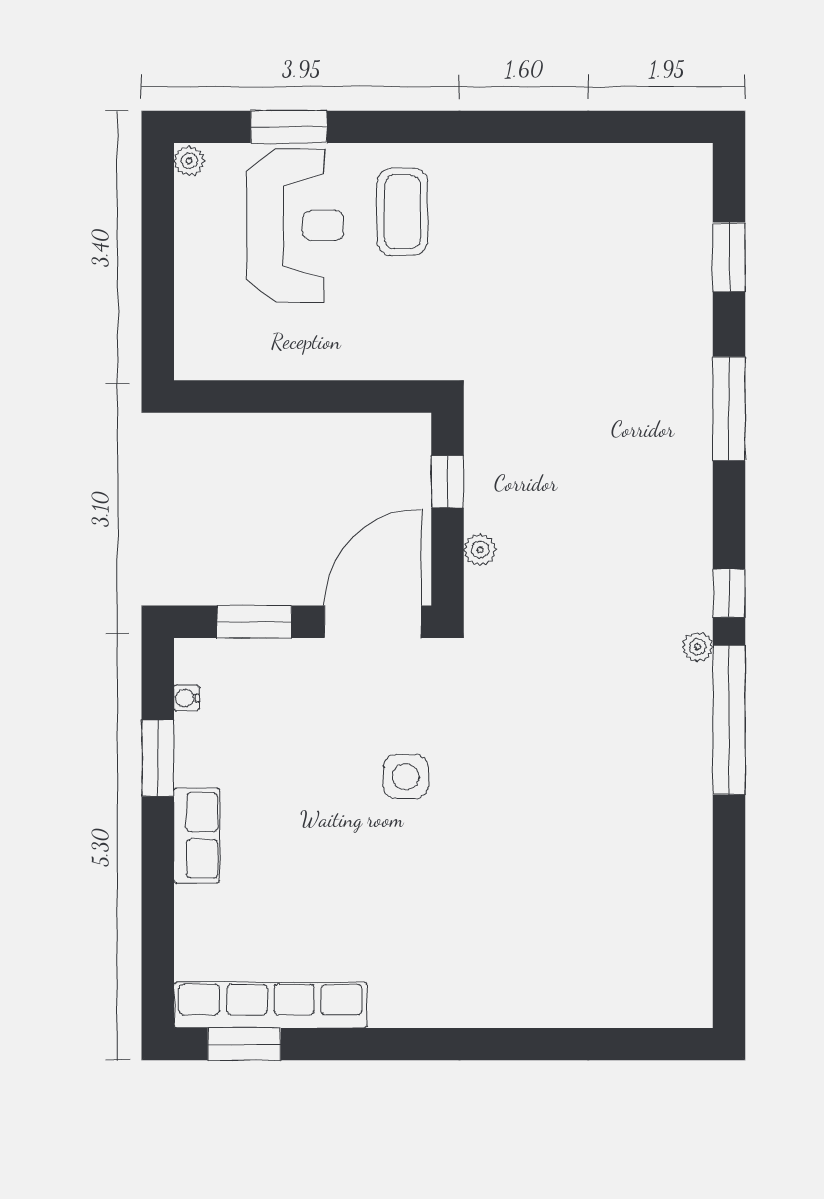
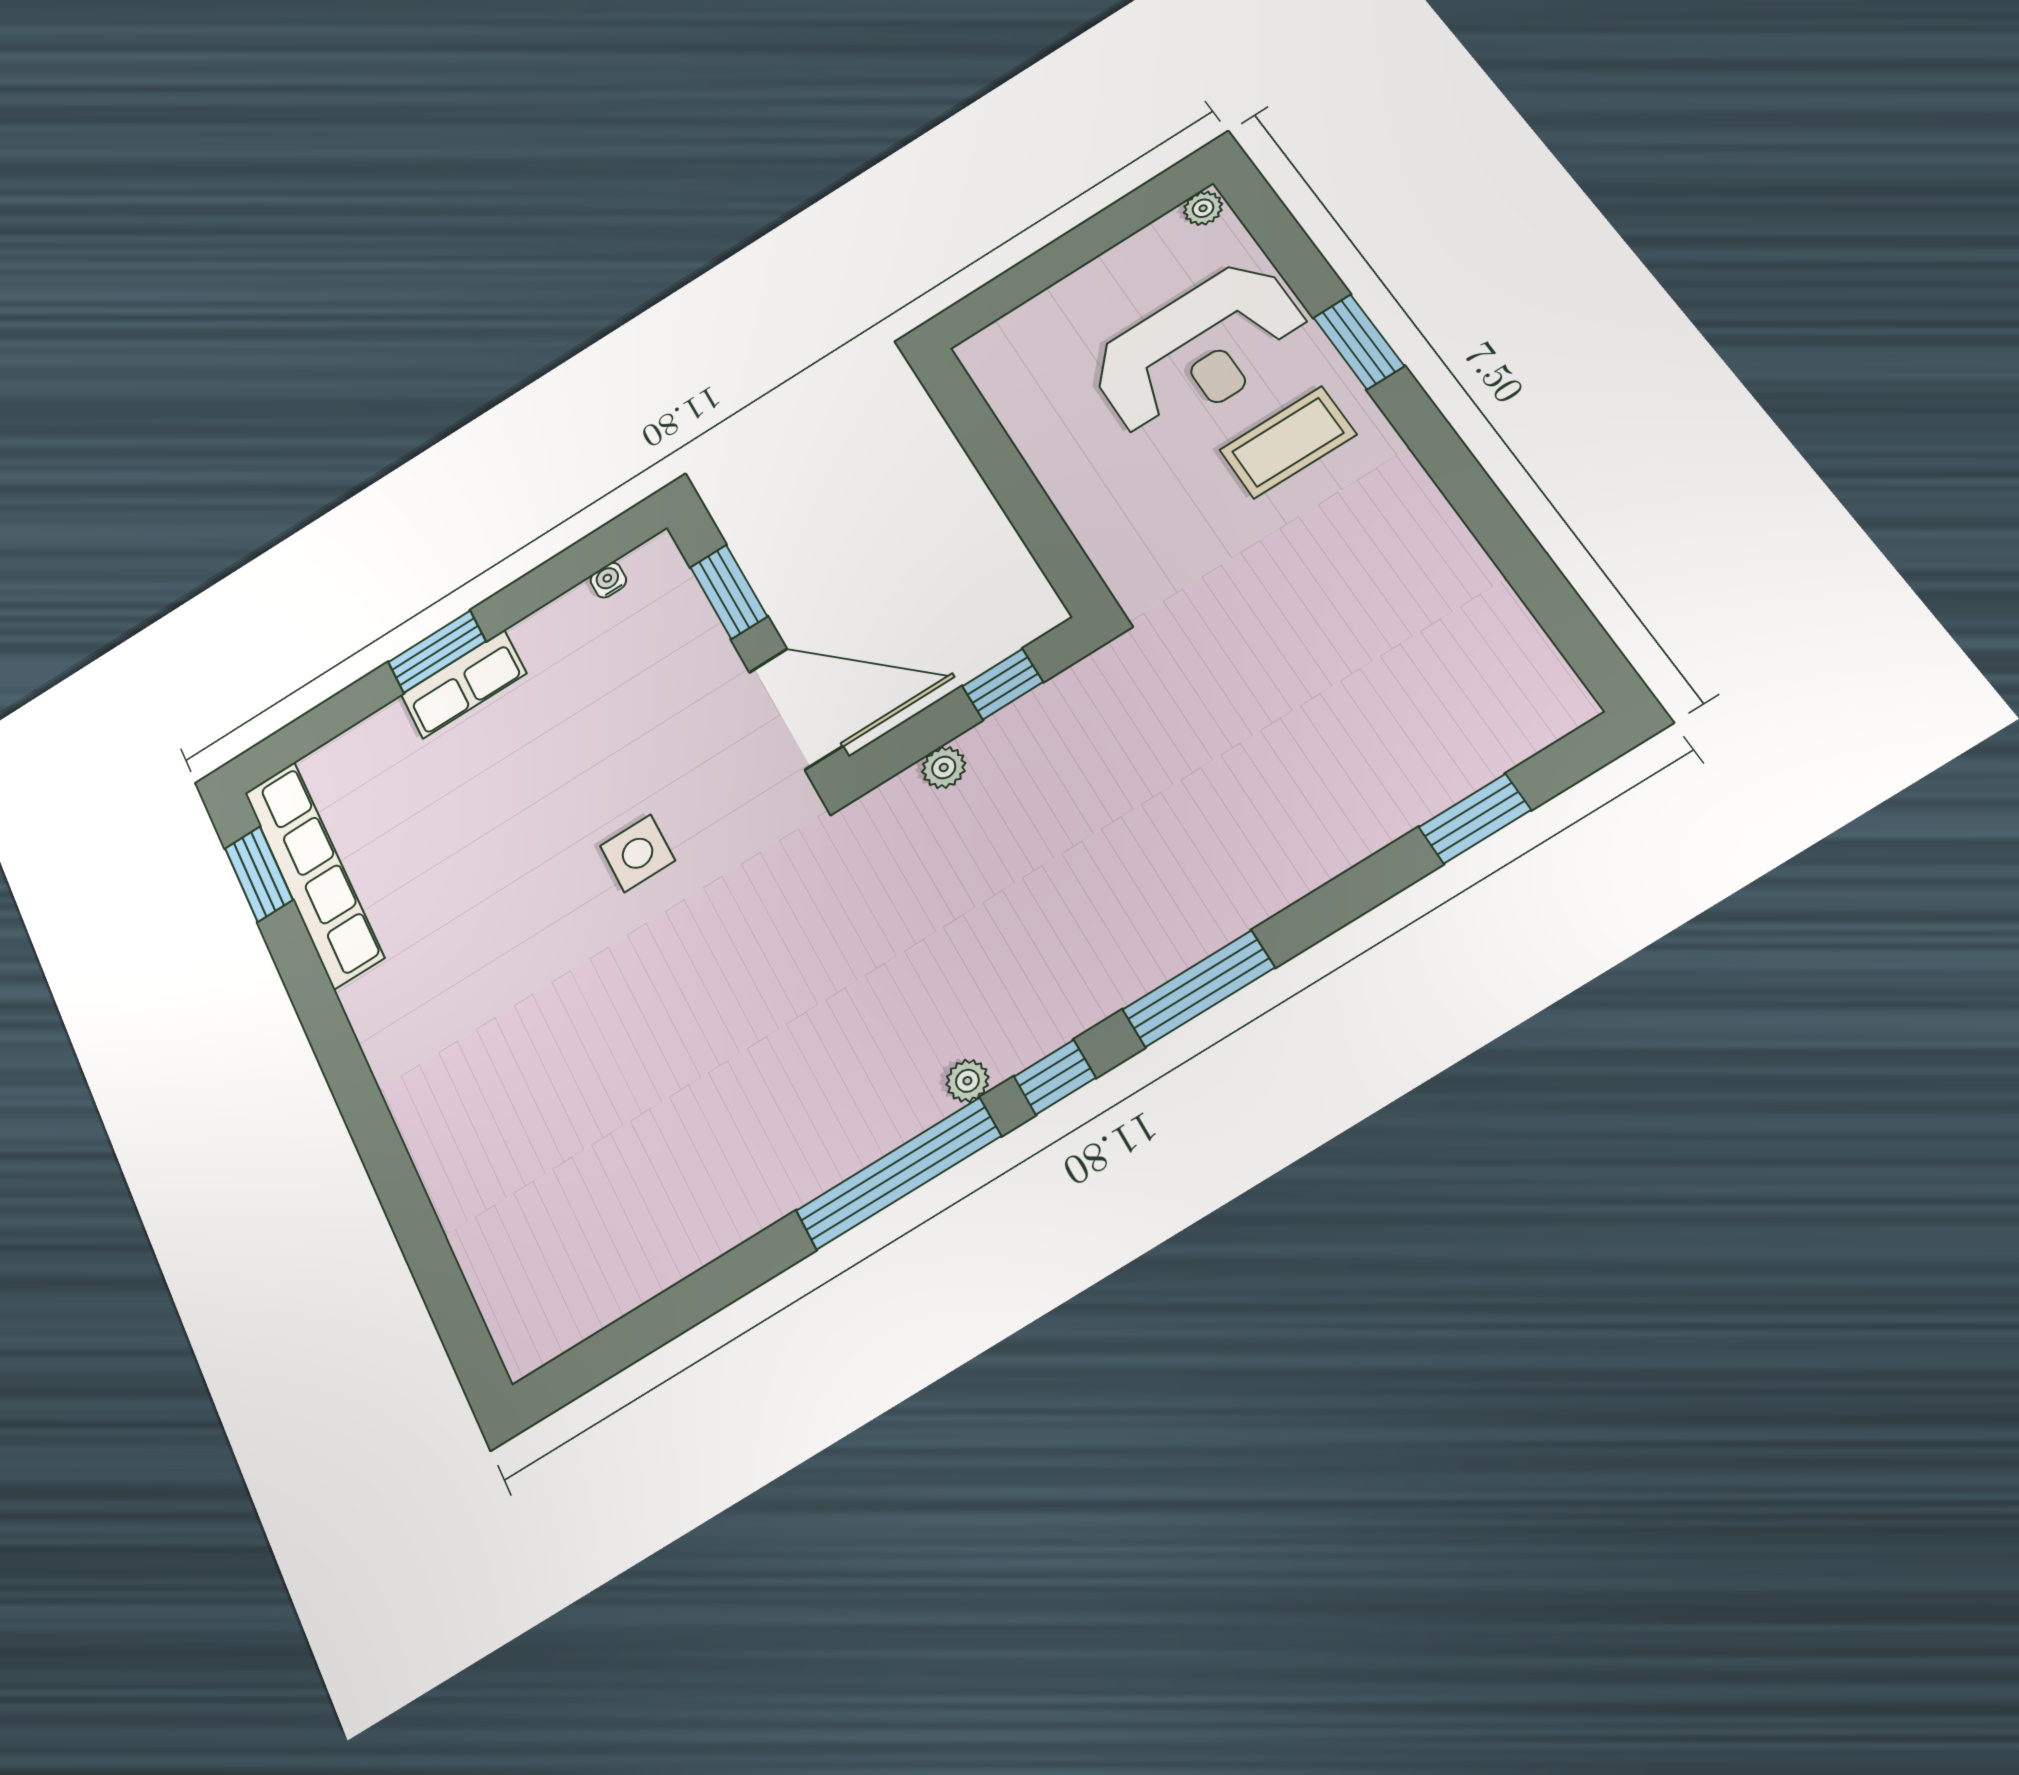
window: (289, 127) -> (1359, 342), moved
window: (729, 409) -> (1198, 989), moved
window: (158, 758) -> (437, 652), moved

